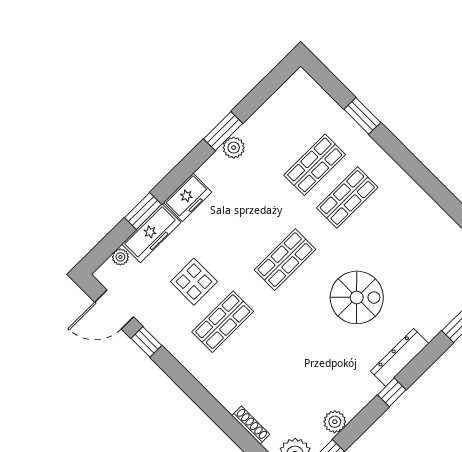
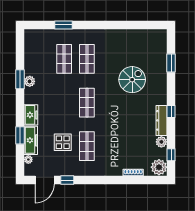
spiral stairs: (357, 297) -> (132, 80), moved
dresser: (400, 357) -> (162, 120), moved

